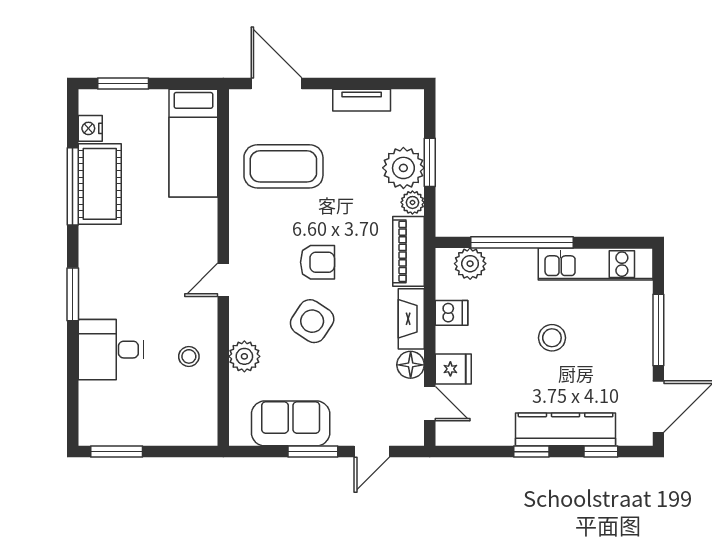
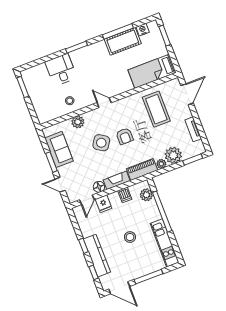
window: (430, 162) -> (193, 159), moved

